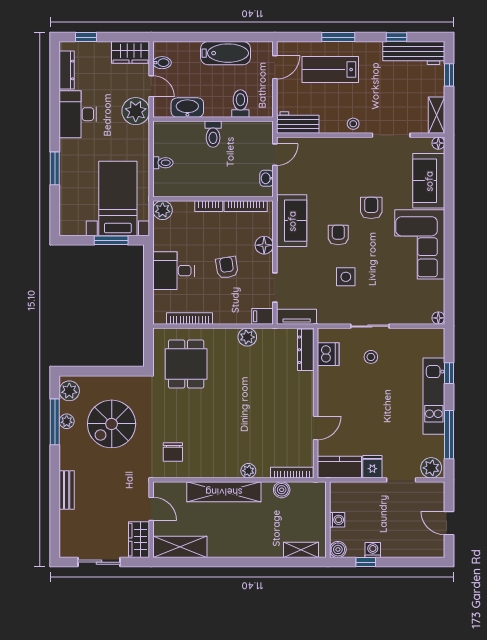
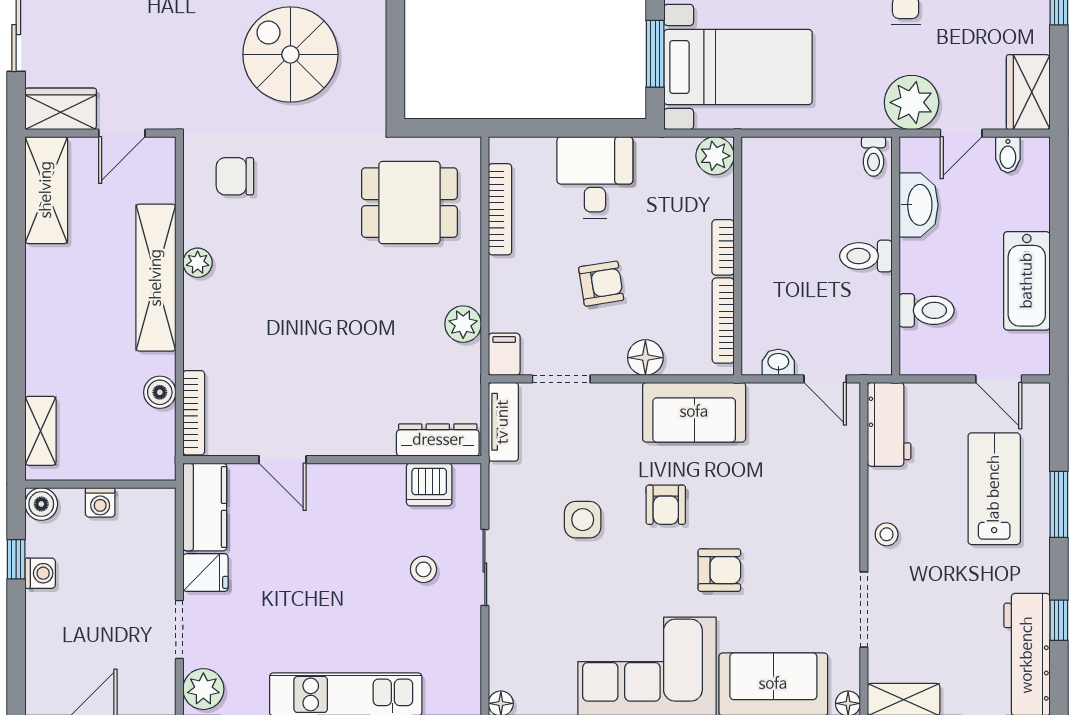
toilet: (163, 163) -> (873, 156), moved
armchair: (338, 235) -> (666, 505), turned 90
plant: (248, 471) -> (198, 263), moved

